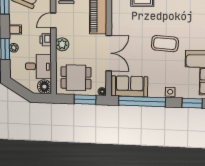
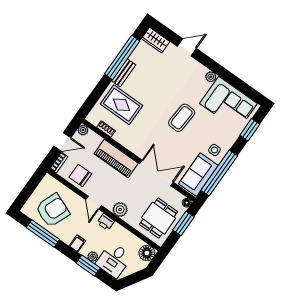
desk: (38, 67) -> (114, 260), moved, turned 180
side table: (170, 92) -> (215, 150), moved

